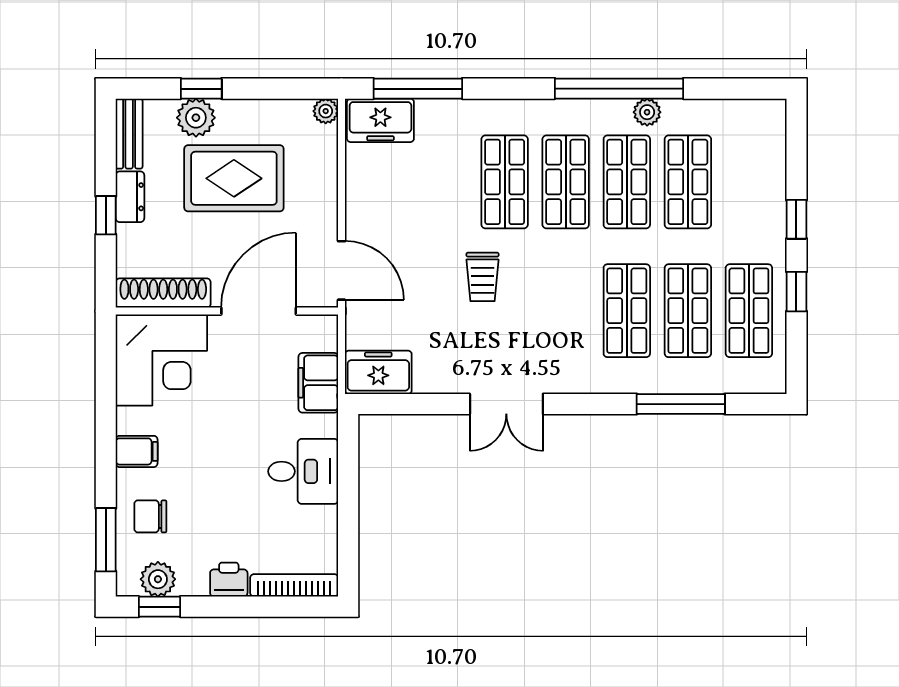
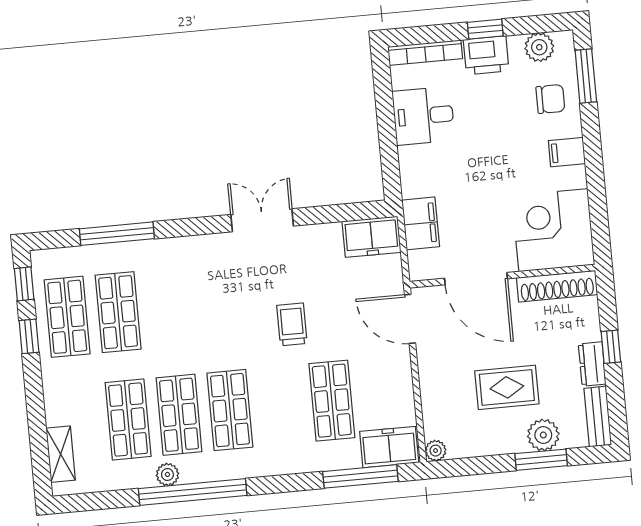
window: (201, 89) -> (541, 460), width x1.50
shelving: (772, 148) -> (61, 454), added
rug: (234, 178) -> (507, 387), width x0.73, depth x0.70
shop shelf: (505, 182) -> (332, 401), moved
window: (796, 219) -> (24, 284), moved
door: (259, 311) -> (476, 279), hinge flipped
shop shelf: (627, 311) -> (169, 307), removed
desk: (303, 471) -> (423, 116), moved
printer: (229, 580) -> (486, 55), width x1.36, depth x1.24
window: (159, 607) -> (485, 29), moved

